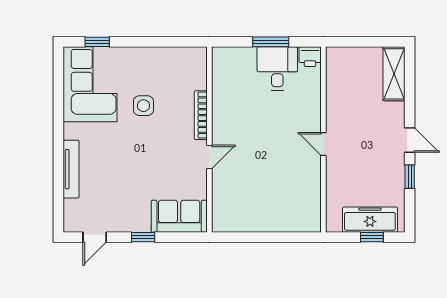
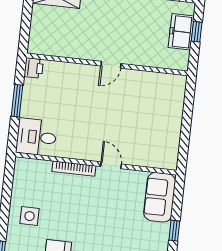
desk: (277, 68) -> (36, 137), moved
side table: (143, 106) -> (30, 216), moved
freezer: (370, 220) -> (181, 32), width x0.71

